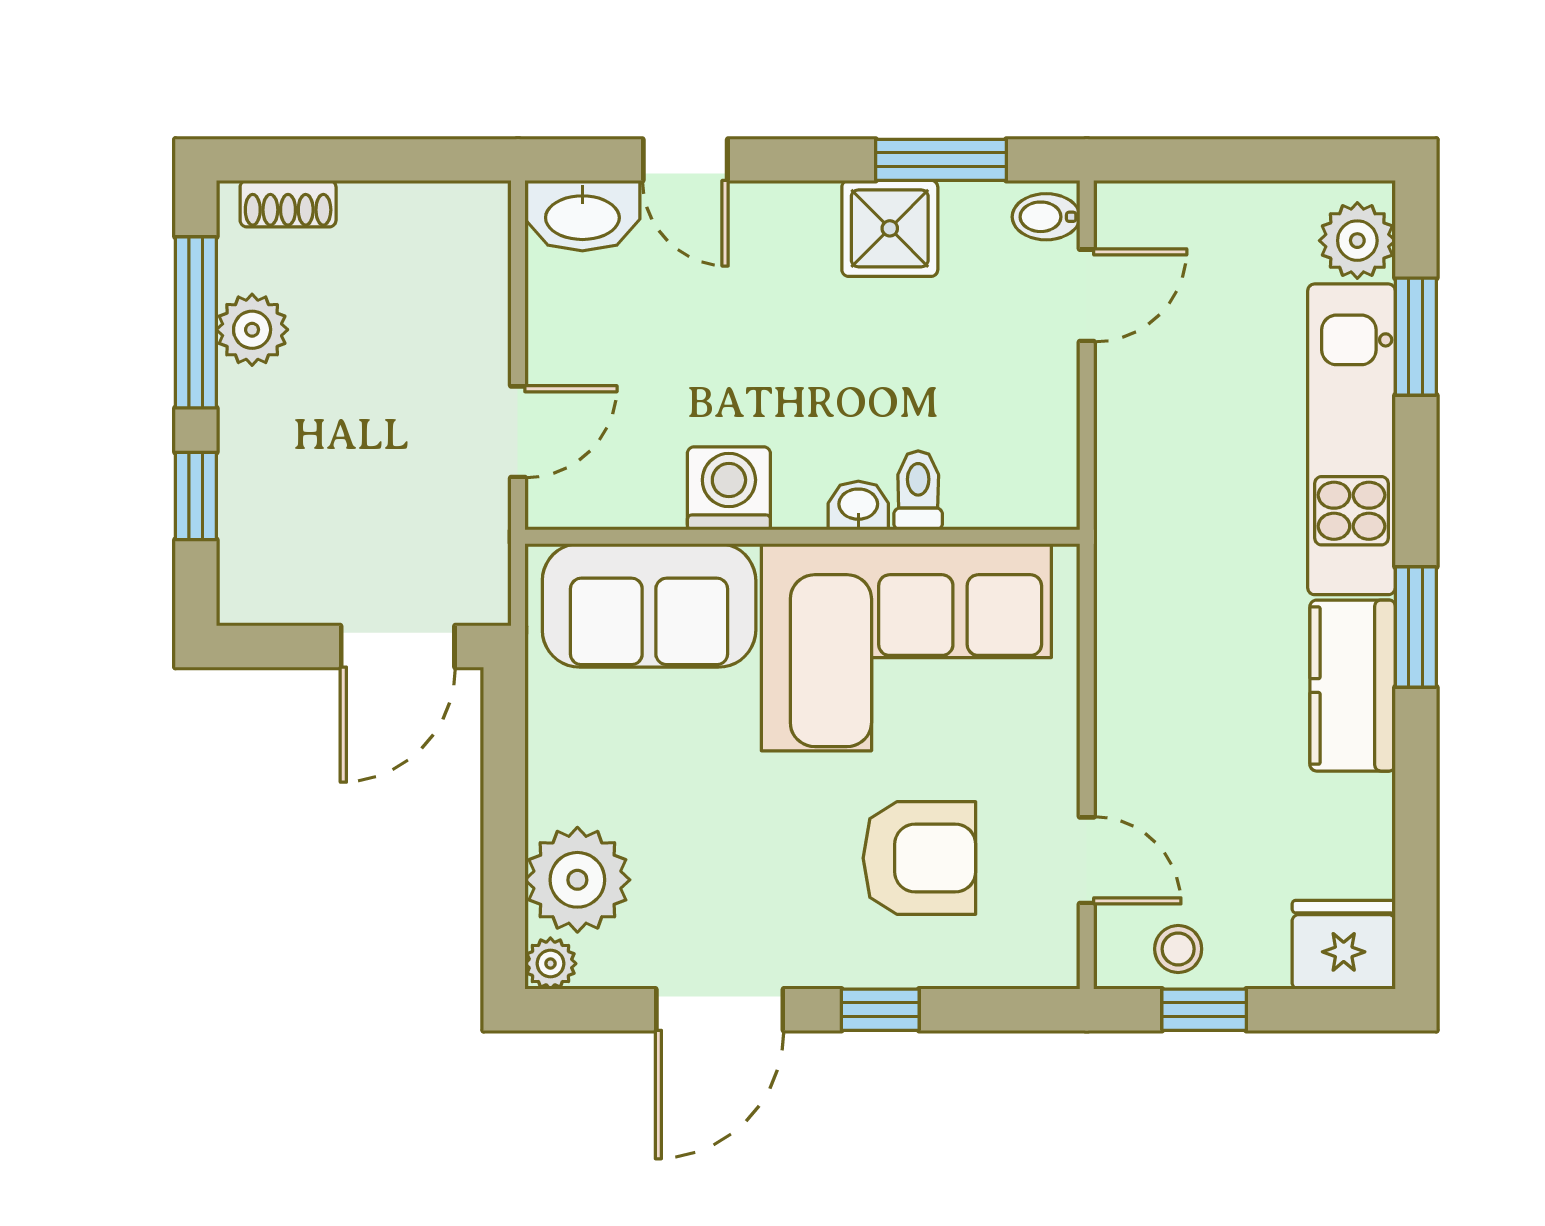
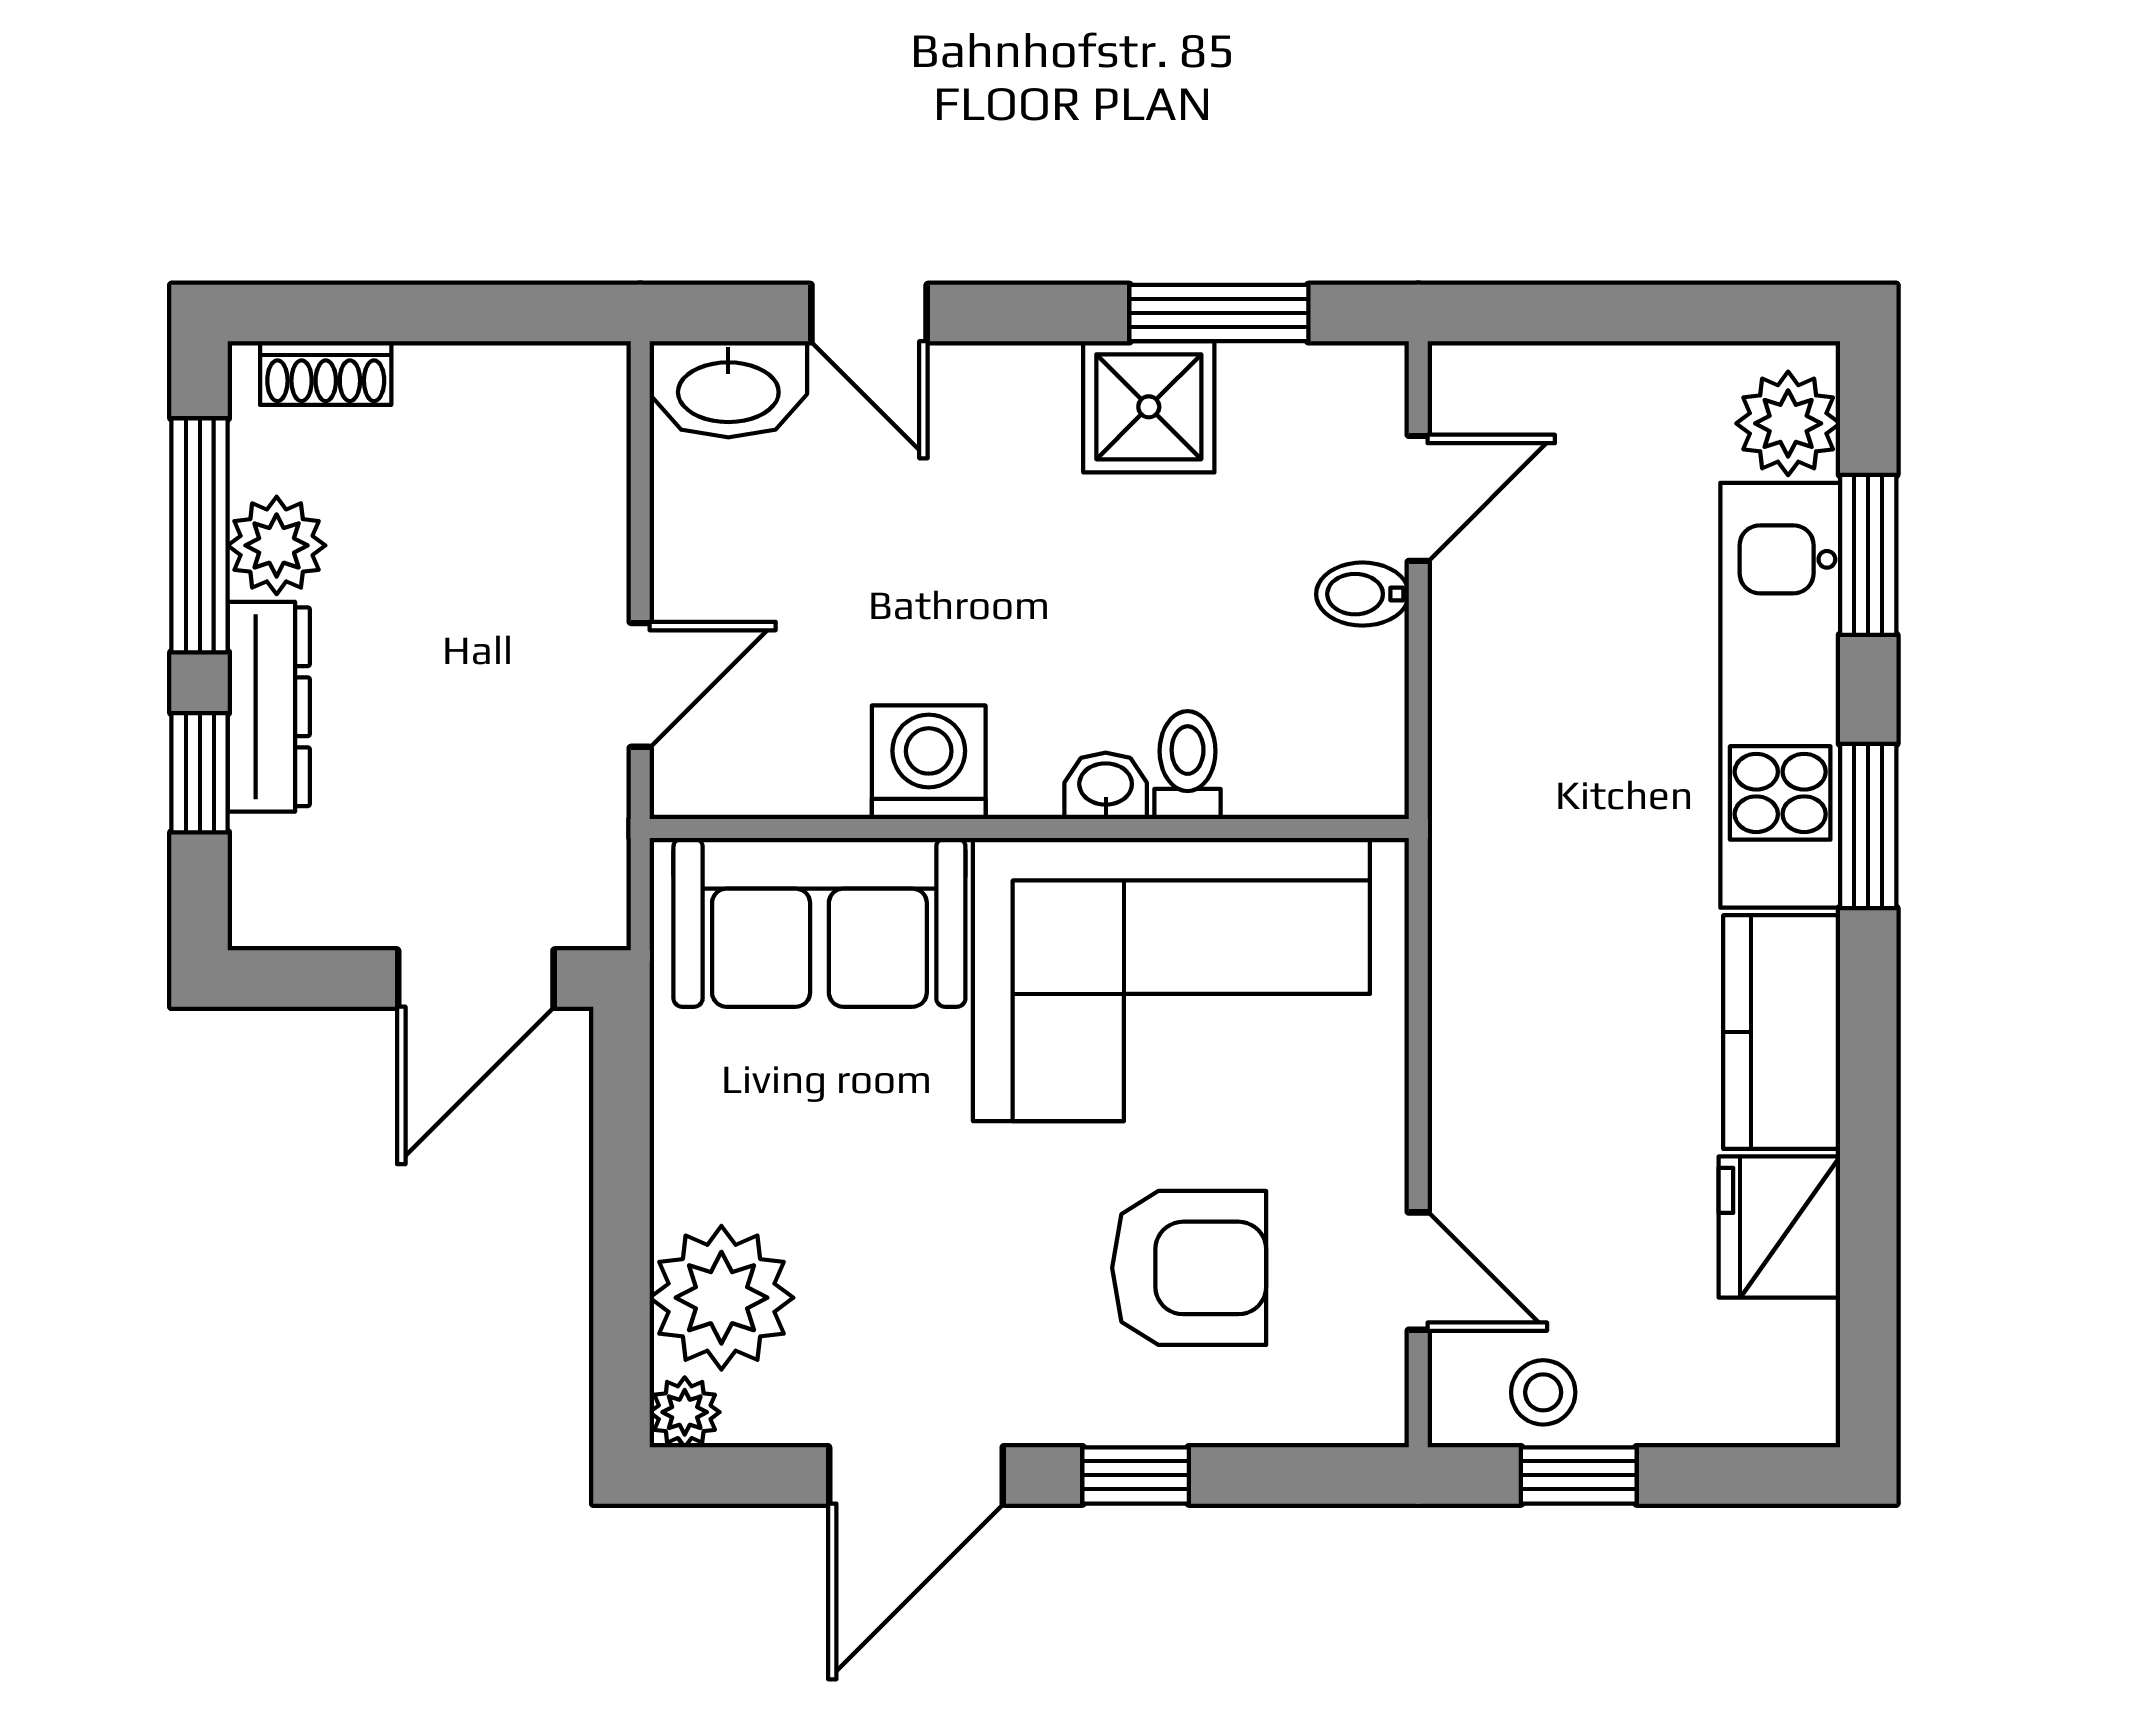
bidet: (1046, 217) -> (1362, 594), moved
dresser: (246, 448) -> (269, 707), added
window: (1416, 627) -> (1868, 826), moved
fridge: (1344, 945) -> (1779, 1227), moved, turned -90

